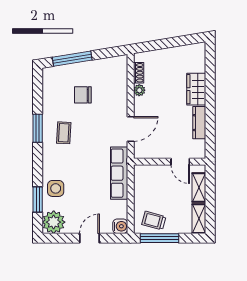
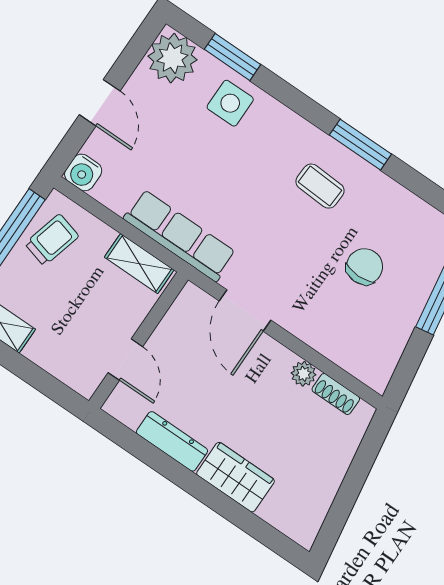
door: (180, 162) -> (125, 360), swing flipped
shelving: (199, 187) -> (139, 264), moved

